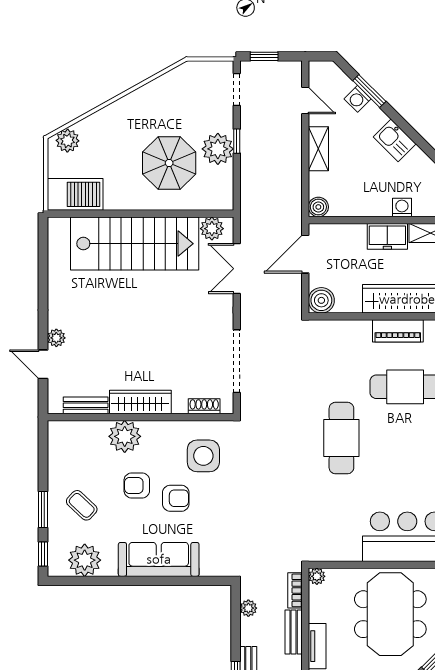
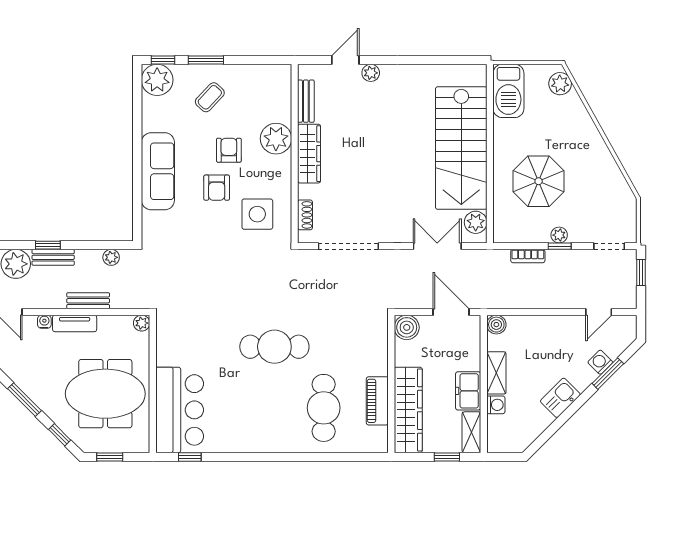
plant: (218, 149) -> (559, 235), width x0.53, depth x0.53
shelving: (318, 149) -> (496, 373), moved, turned 90
plant: (85, 560) -> (157, 80), moved
bookcase: (295, 590) -> (528, 256), moved, turned 180

